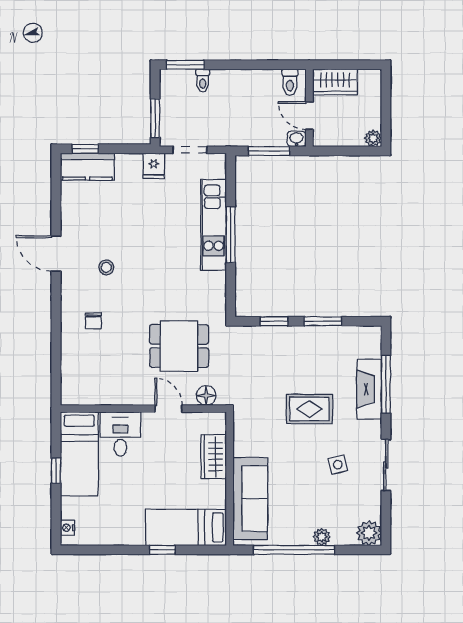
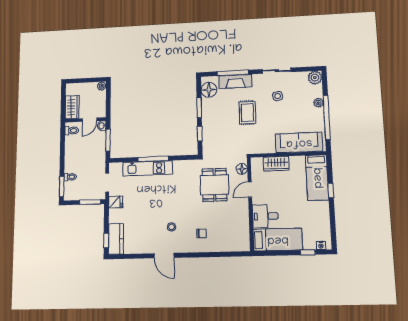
door: (56, 253) -> (164, 256), hinge flipped
floor lamp: (356, 340) -> (209, 90), added
window: (56, 471) -> (308, 252), moved

